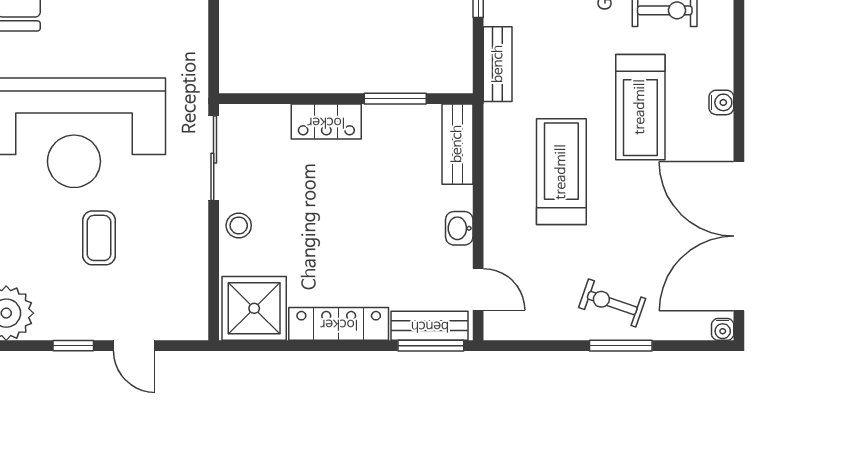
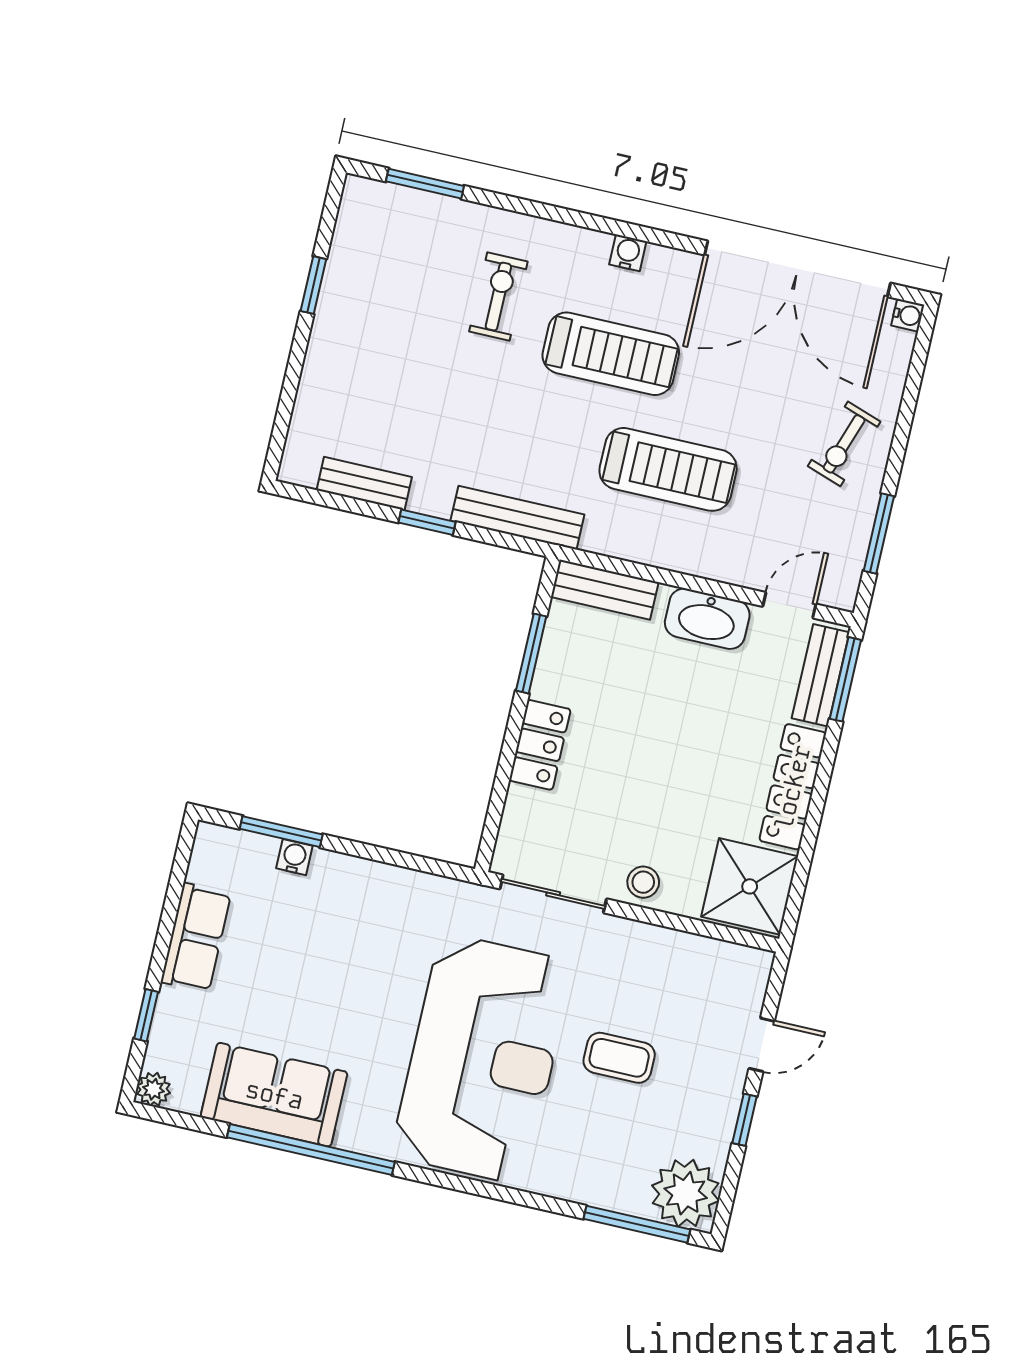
bench: (498, 64) -> (517, 518), width x1.36
treadmill: (561, 172) -> (668, 469), turned 180
washbasin: (459, 228) -> (707, 619), width x1.91, depth x1.45
window: (621, 346) -> (879, 533), moved

